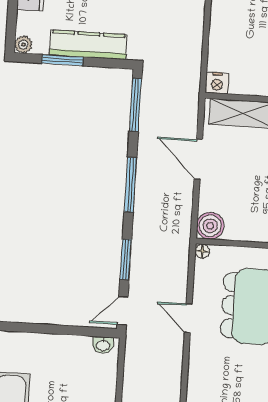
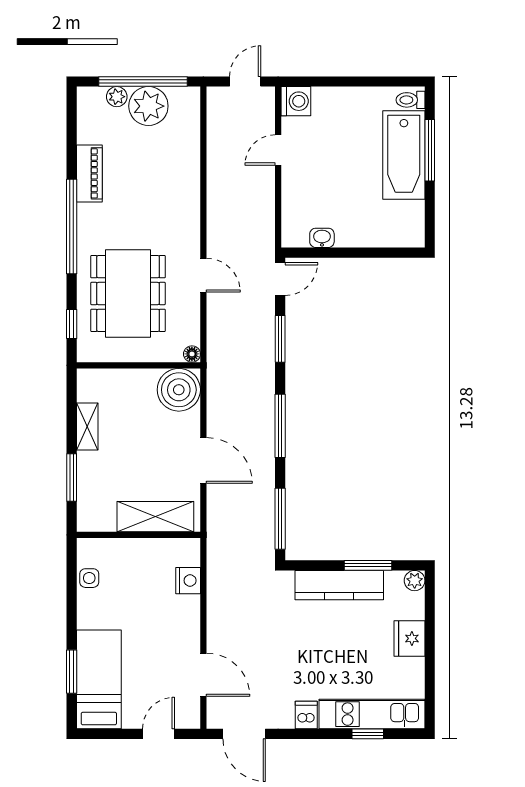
nightstand: (217, 83) -> (188, 581), moved, turned 90
boiler: (210, 226) -> (179, 390), width x1.37, depth x1.37
washbasin: (103, 345) -> (322, 238), moved

